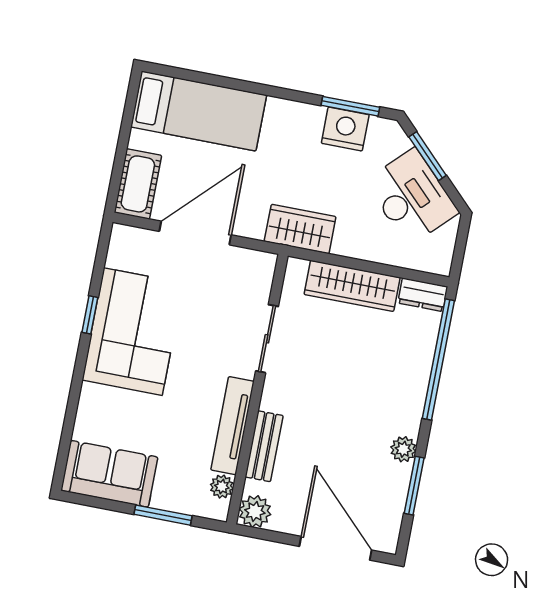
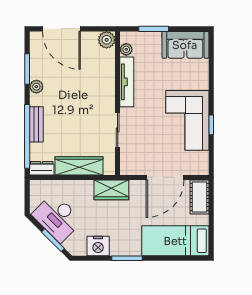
window: (350, 106) -> (127, 258), moved
bench: (264, 446) -> (36, 124), moved

